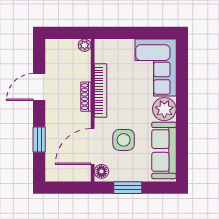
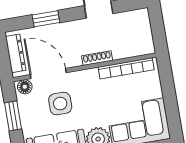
plant: (85, 45) -> (148, 48), removed
bookcase: (101, 90) -> (126, 68), moved
dresser: (68, 175) -> (16, 53), added

